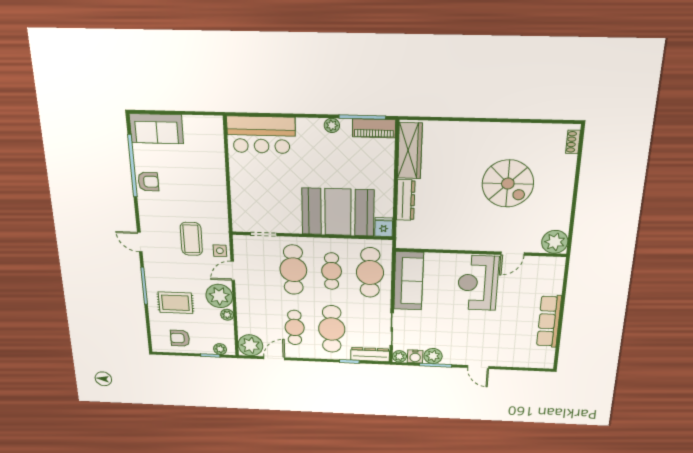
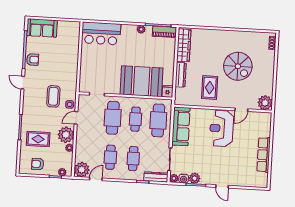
rug: (457, 220) -> (210, 88), added
door: (140, 242) -> (23, 83), moved
cafe table: (332, 329) -> (133, 159), width x0.73, depth x0.74

